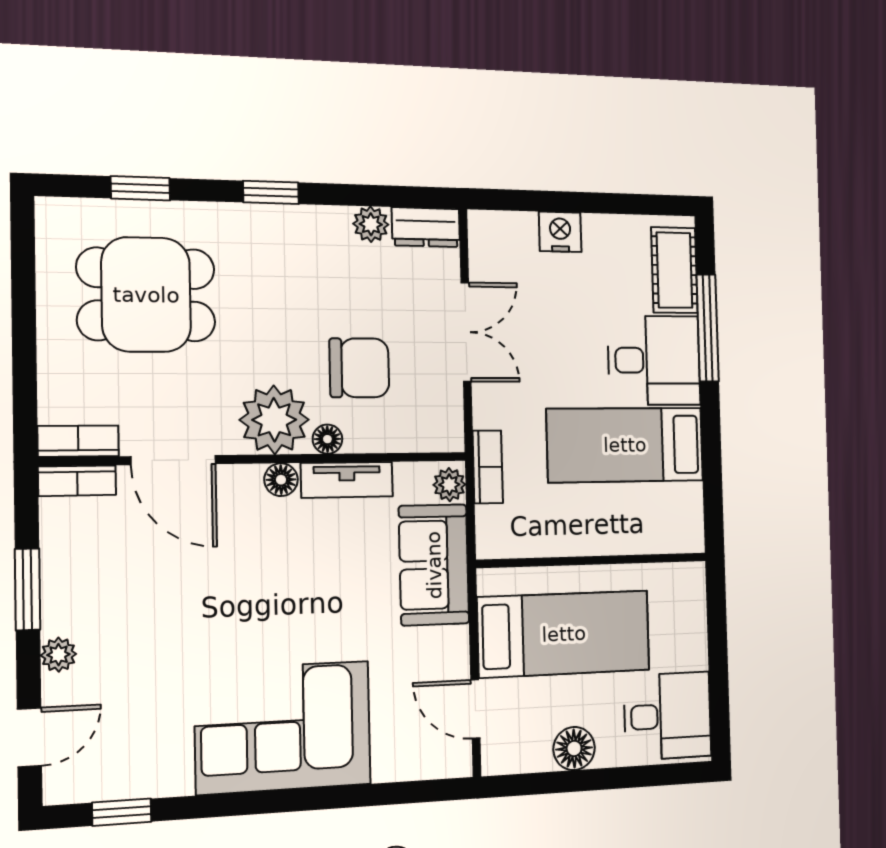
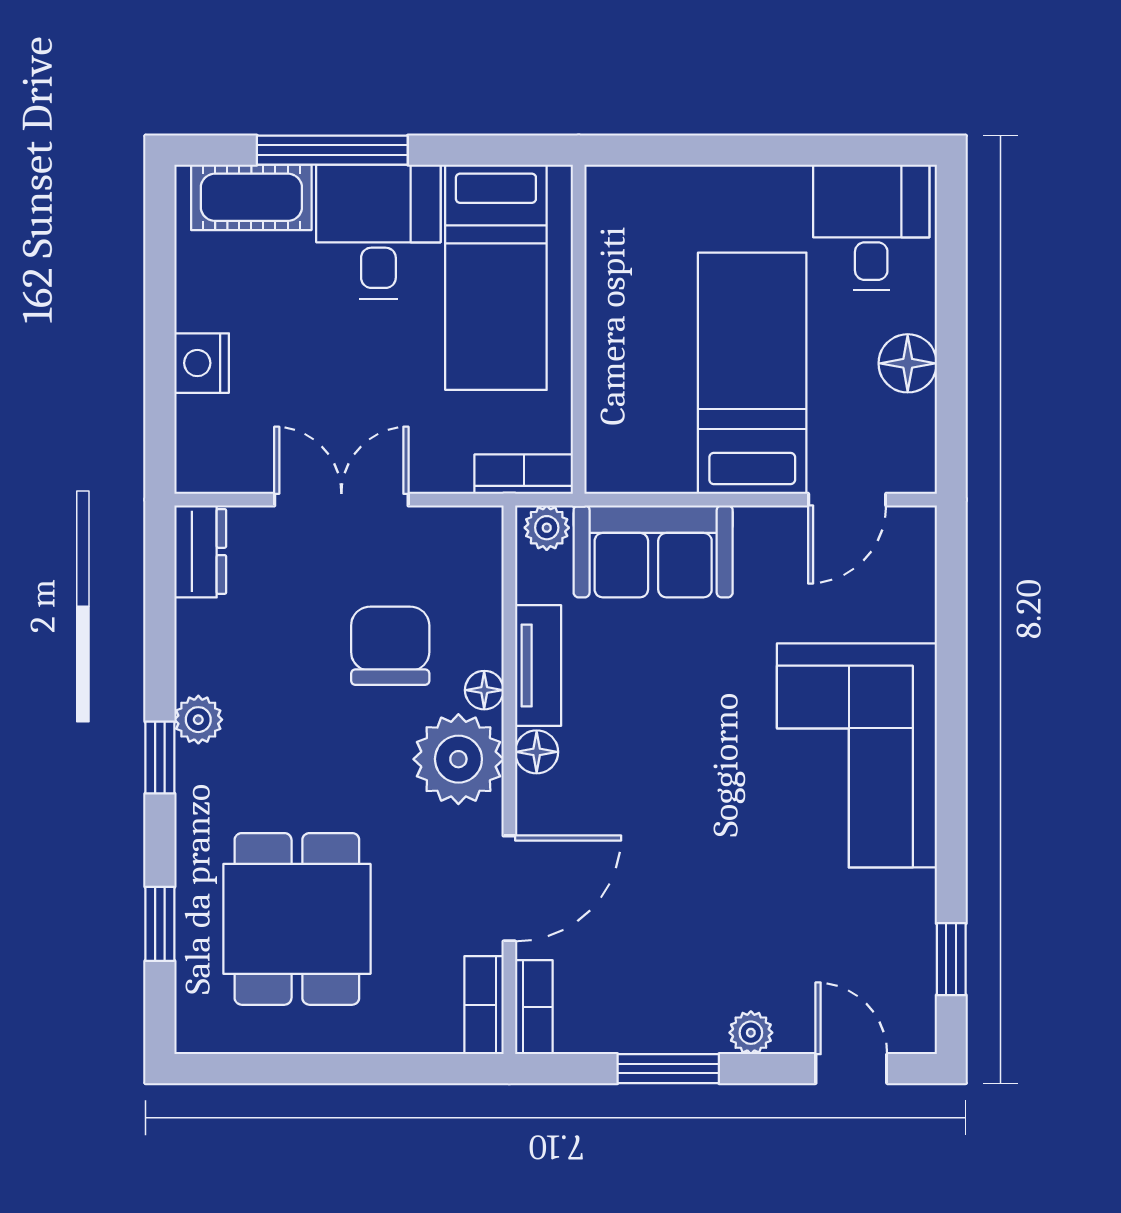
plant: (371, 224) -> (198, 720), moved
wall: (593, 560) -> (579, 329), moved

